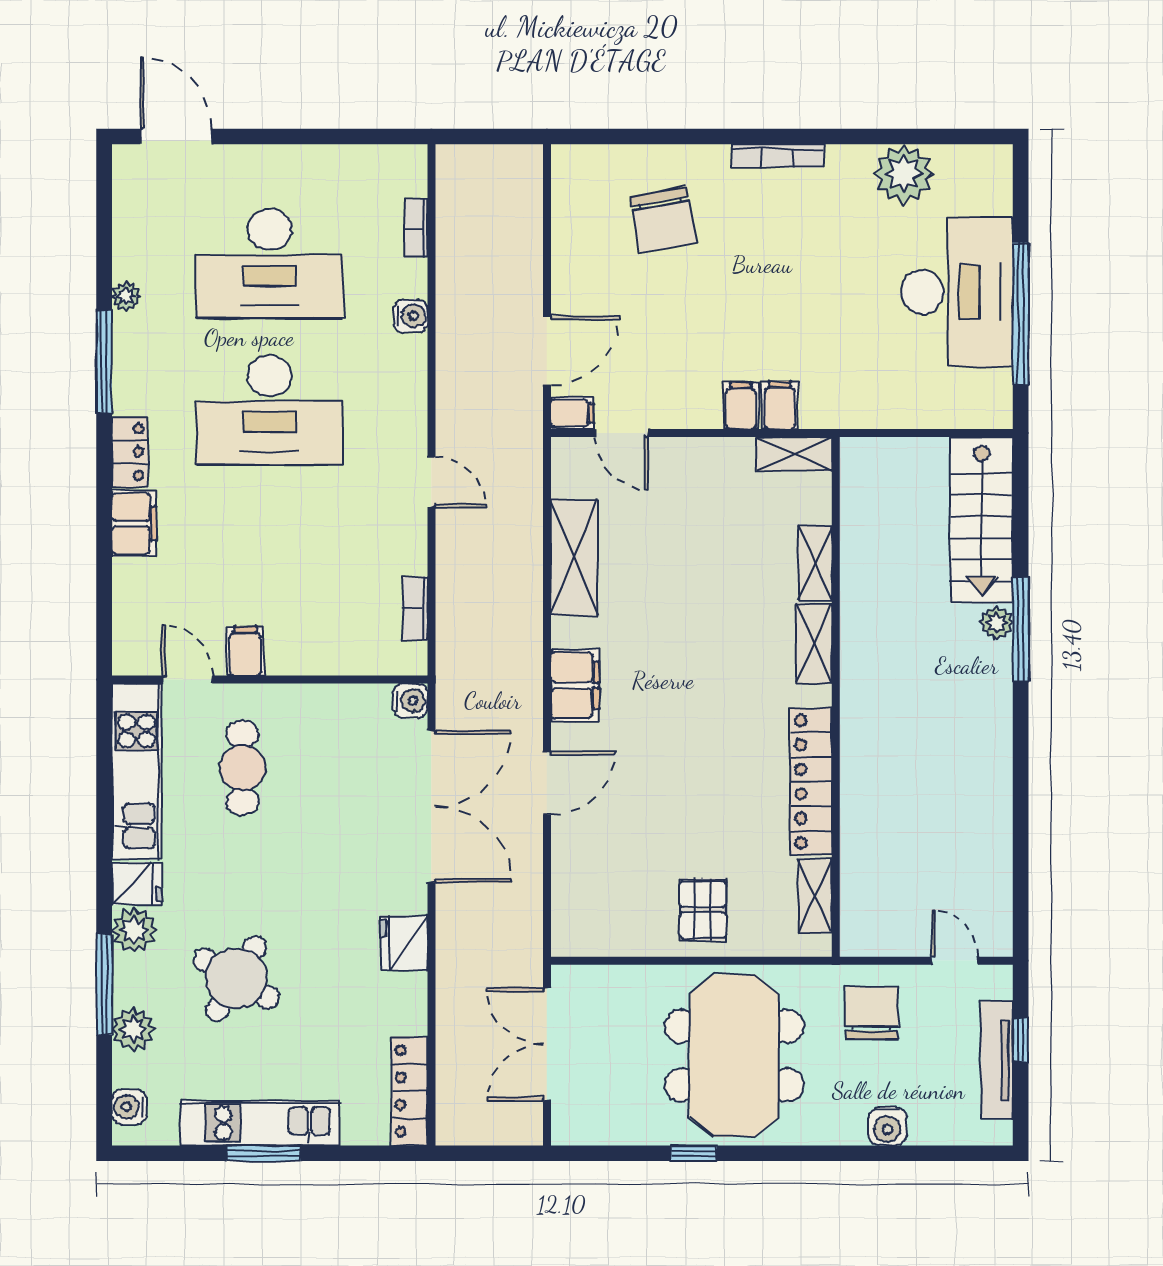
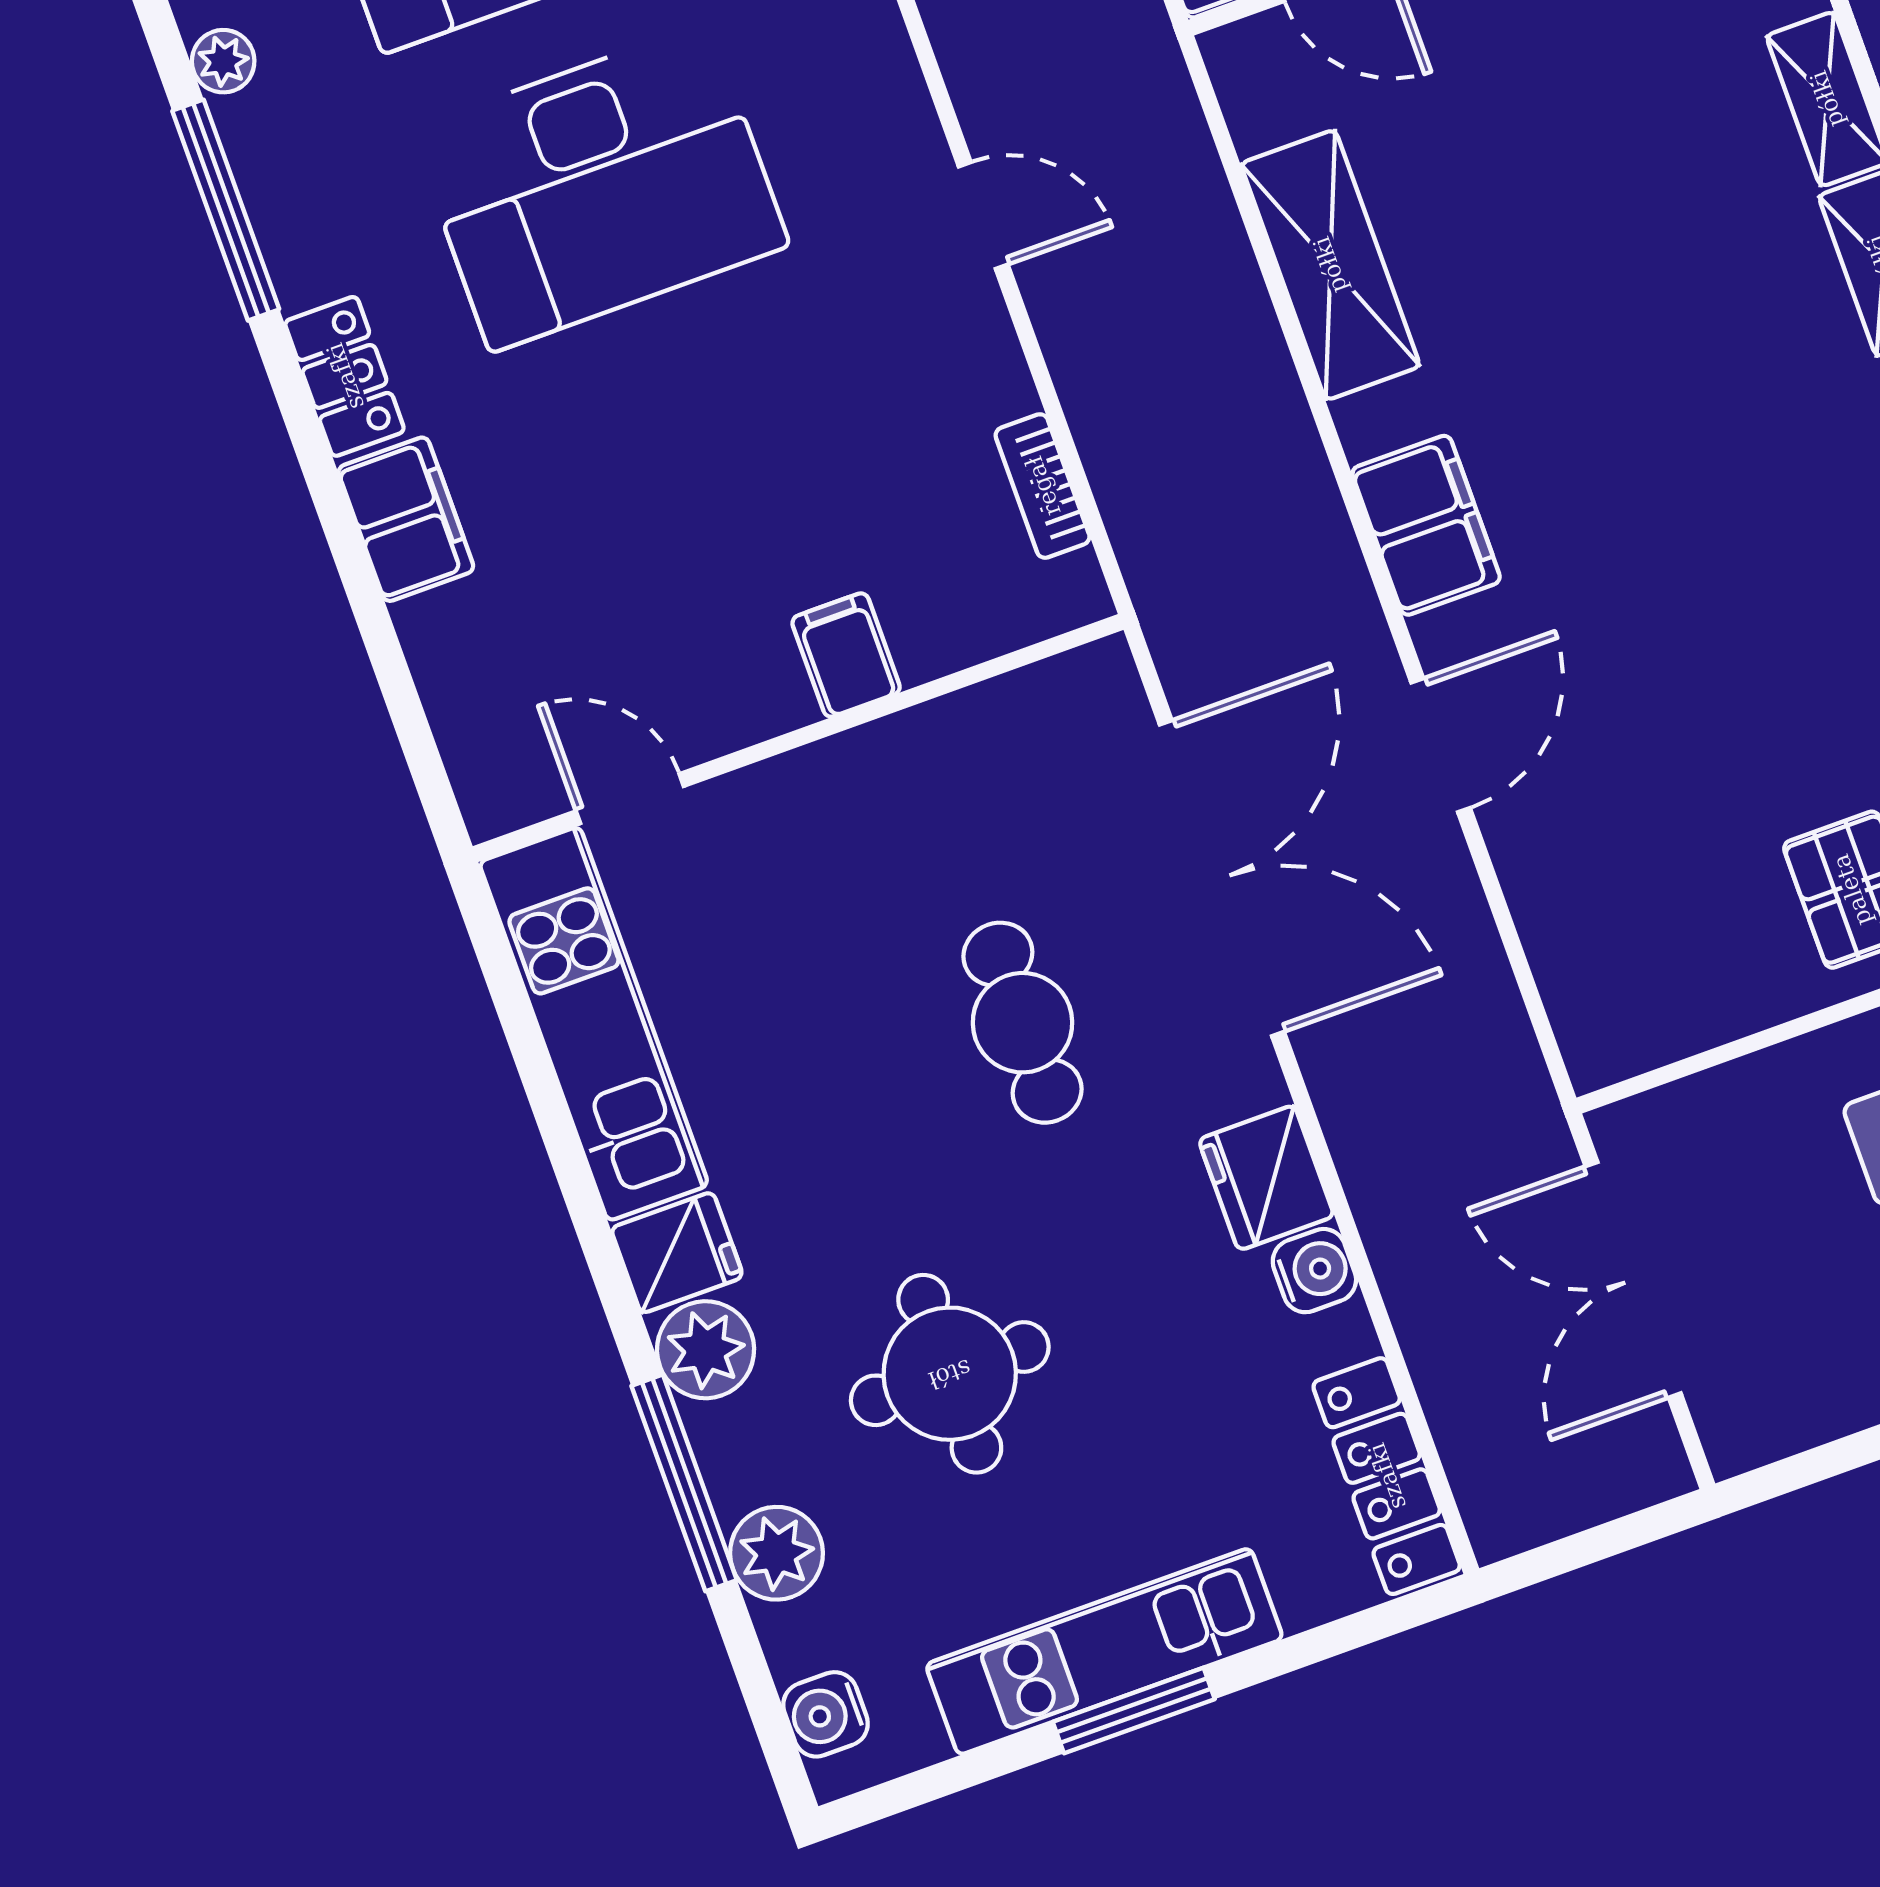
filing cabinet: (245, 651) -> (846, 655), moved
water cooler: (410, 701) -> (1314, 1271), moved
cafe table: (242, 768) -> (1023, 1023), moved
round table: (236, 979) -> (950, 1374), turned -31

